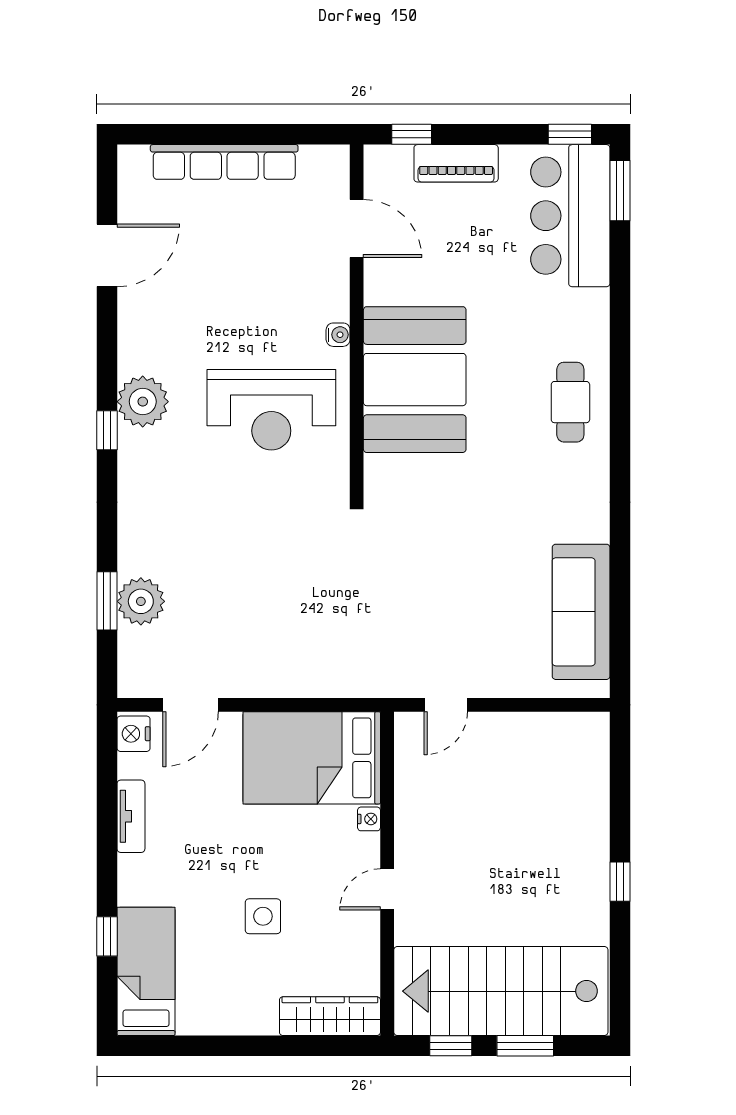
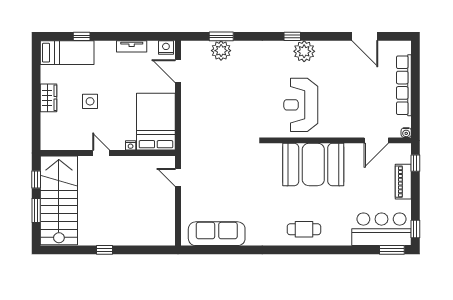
water cooler: (338, 335) -> (406, 133), moved
wardrobe: (330, 1016) -> (48, 98), moved, width x0.67

